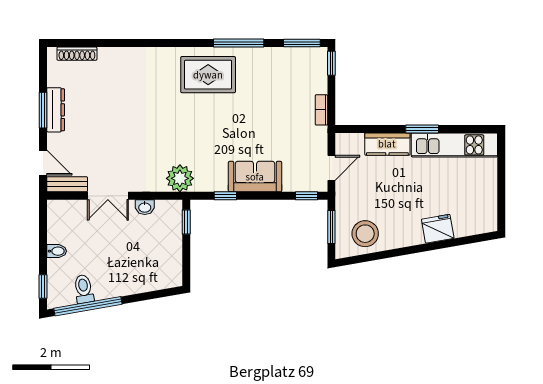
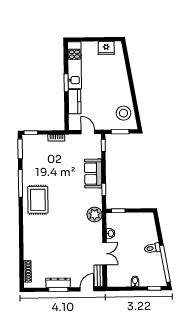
fridge: (438, 229) -> (106, 48), moved, turned -80
toilet: (84, 289) -> (152, 248), moved

